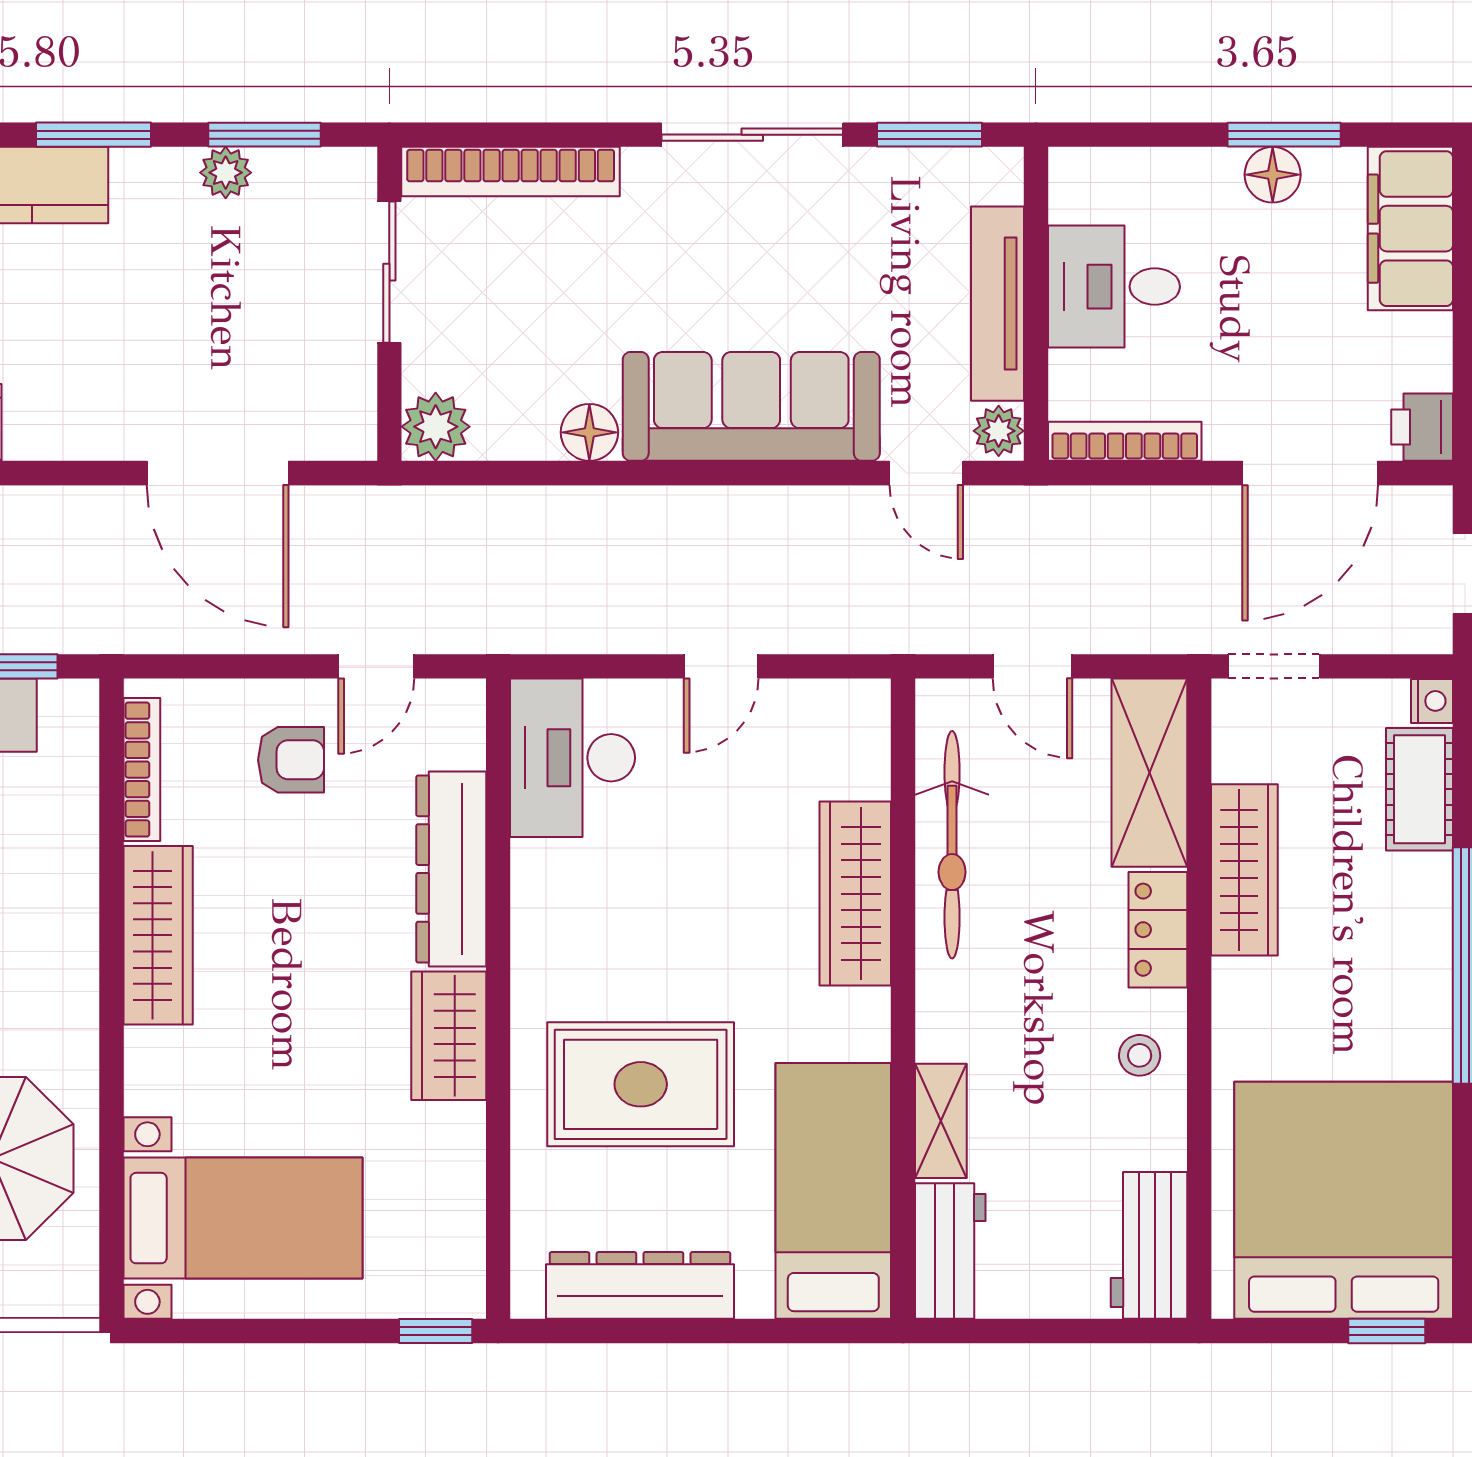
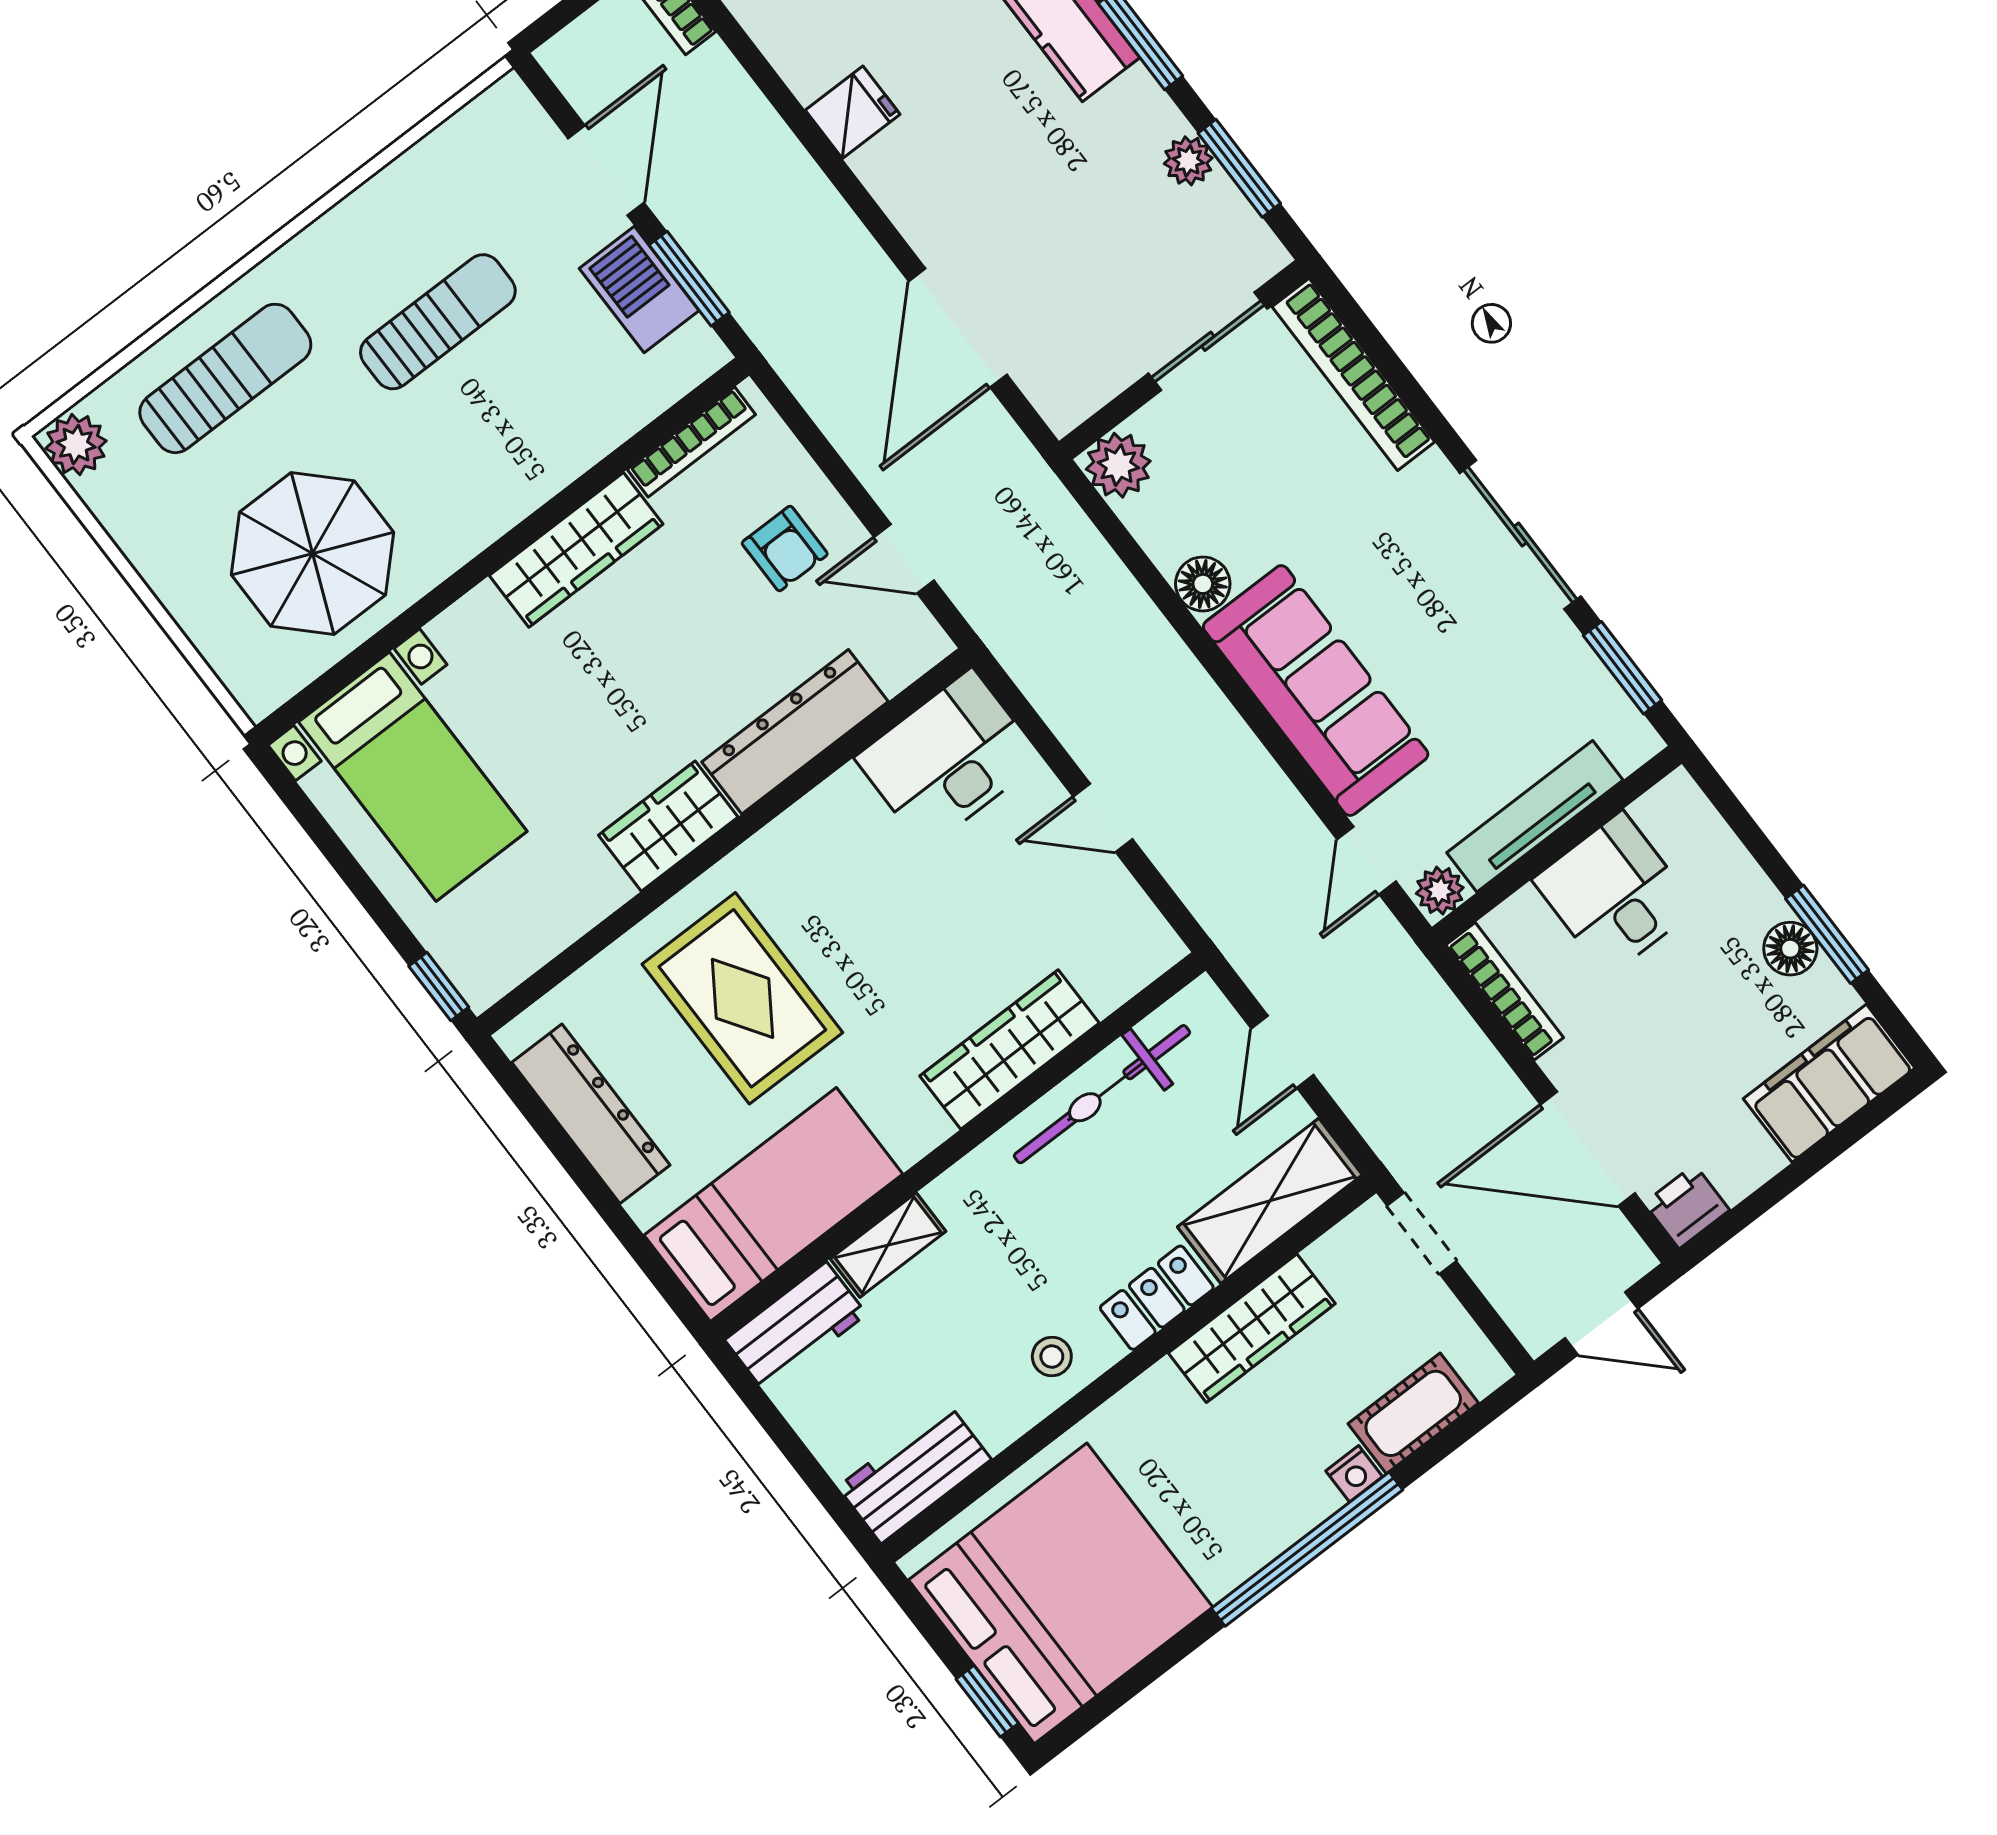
nightstand: (1432, 701) -> (1354, 1474), moved

